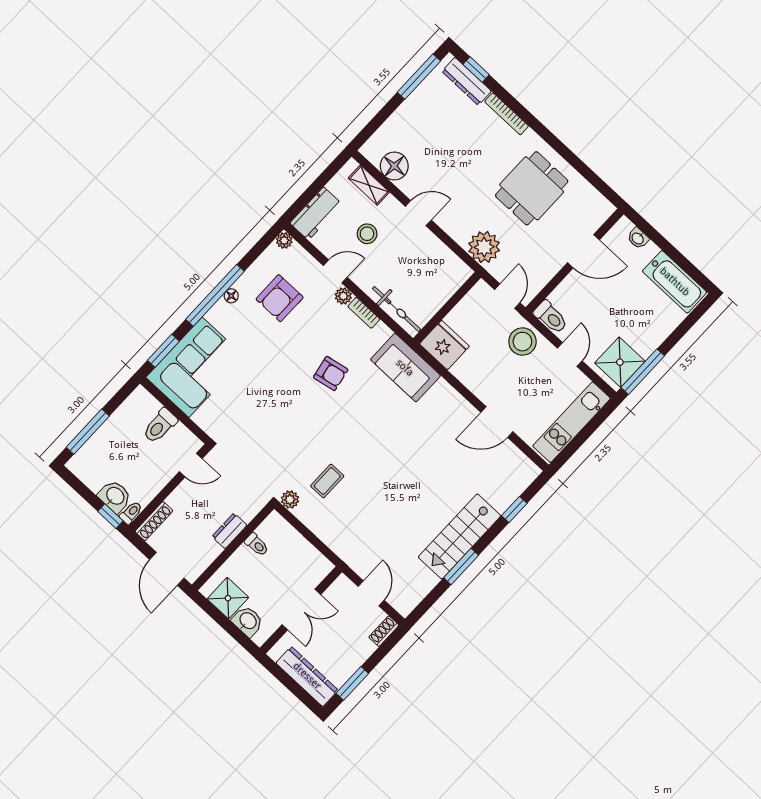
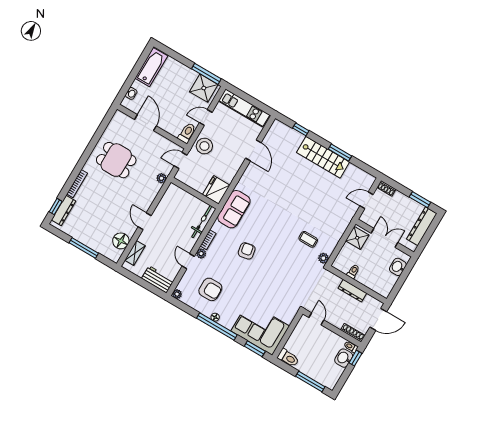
window: (419, 77) -> (84, 248), moved
stool: (367, 234) -> (163, 248), removed
plant: (484, 247) -> (161, 178), width x0.53, depth x0.53
toilet: (160, 426) -> (288, 358), moved
dresser: (229, 531) -> (352, 291), width x1.44
shower: (228, 598) -> (357, 238), moved

